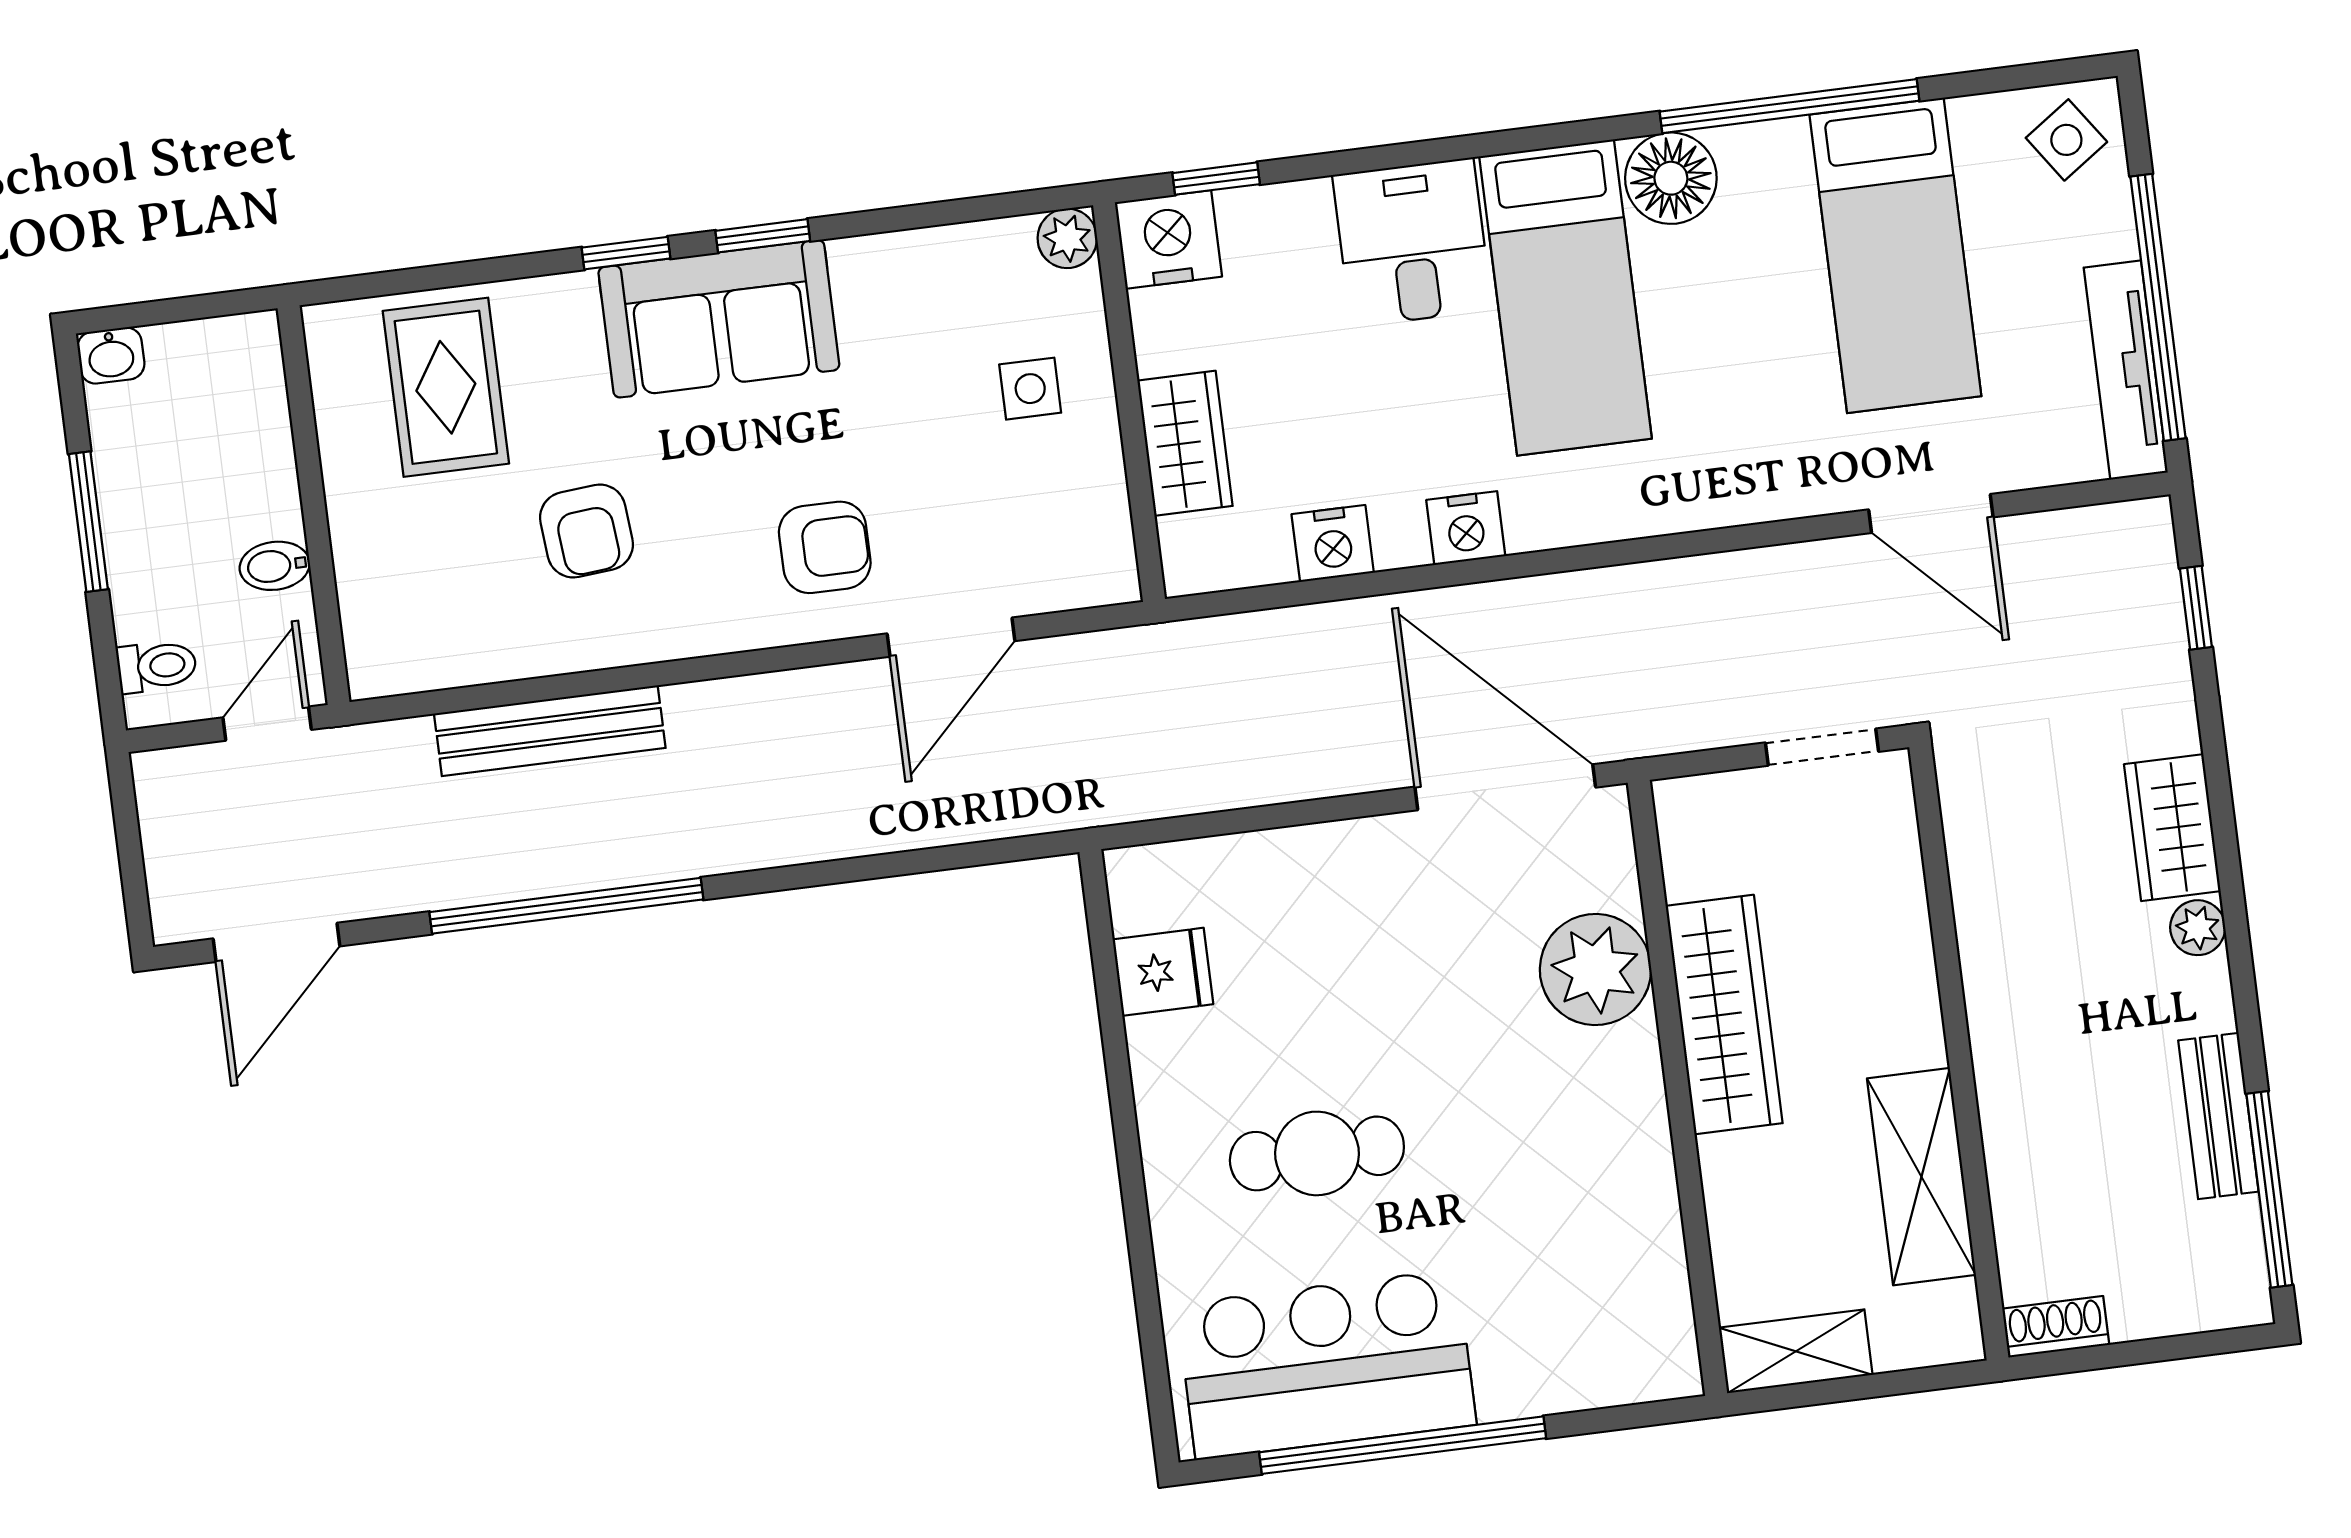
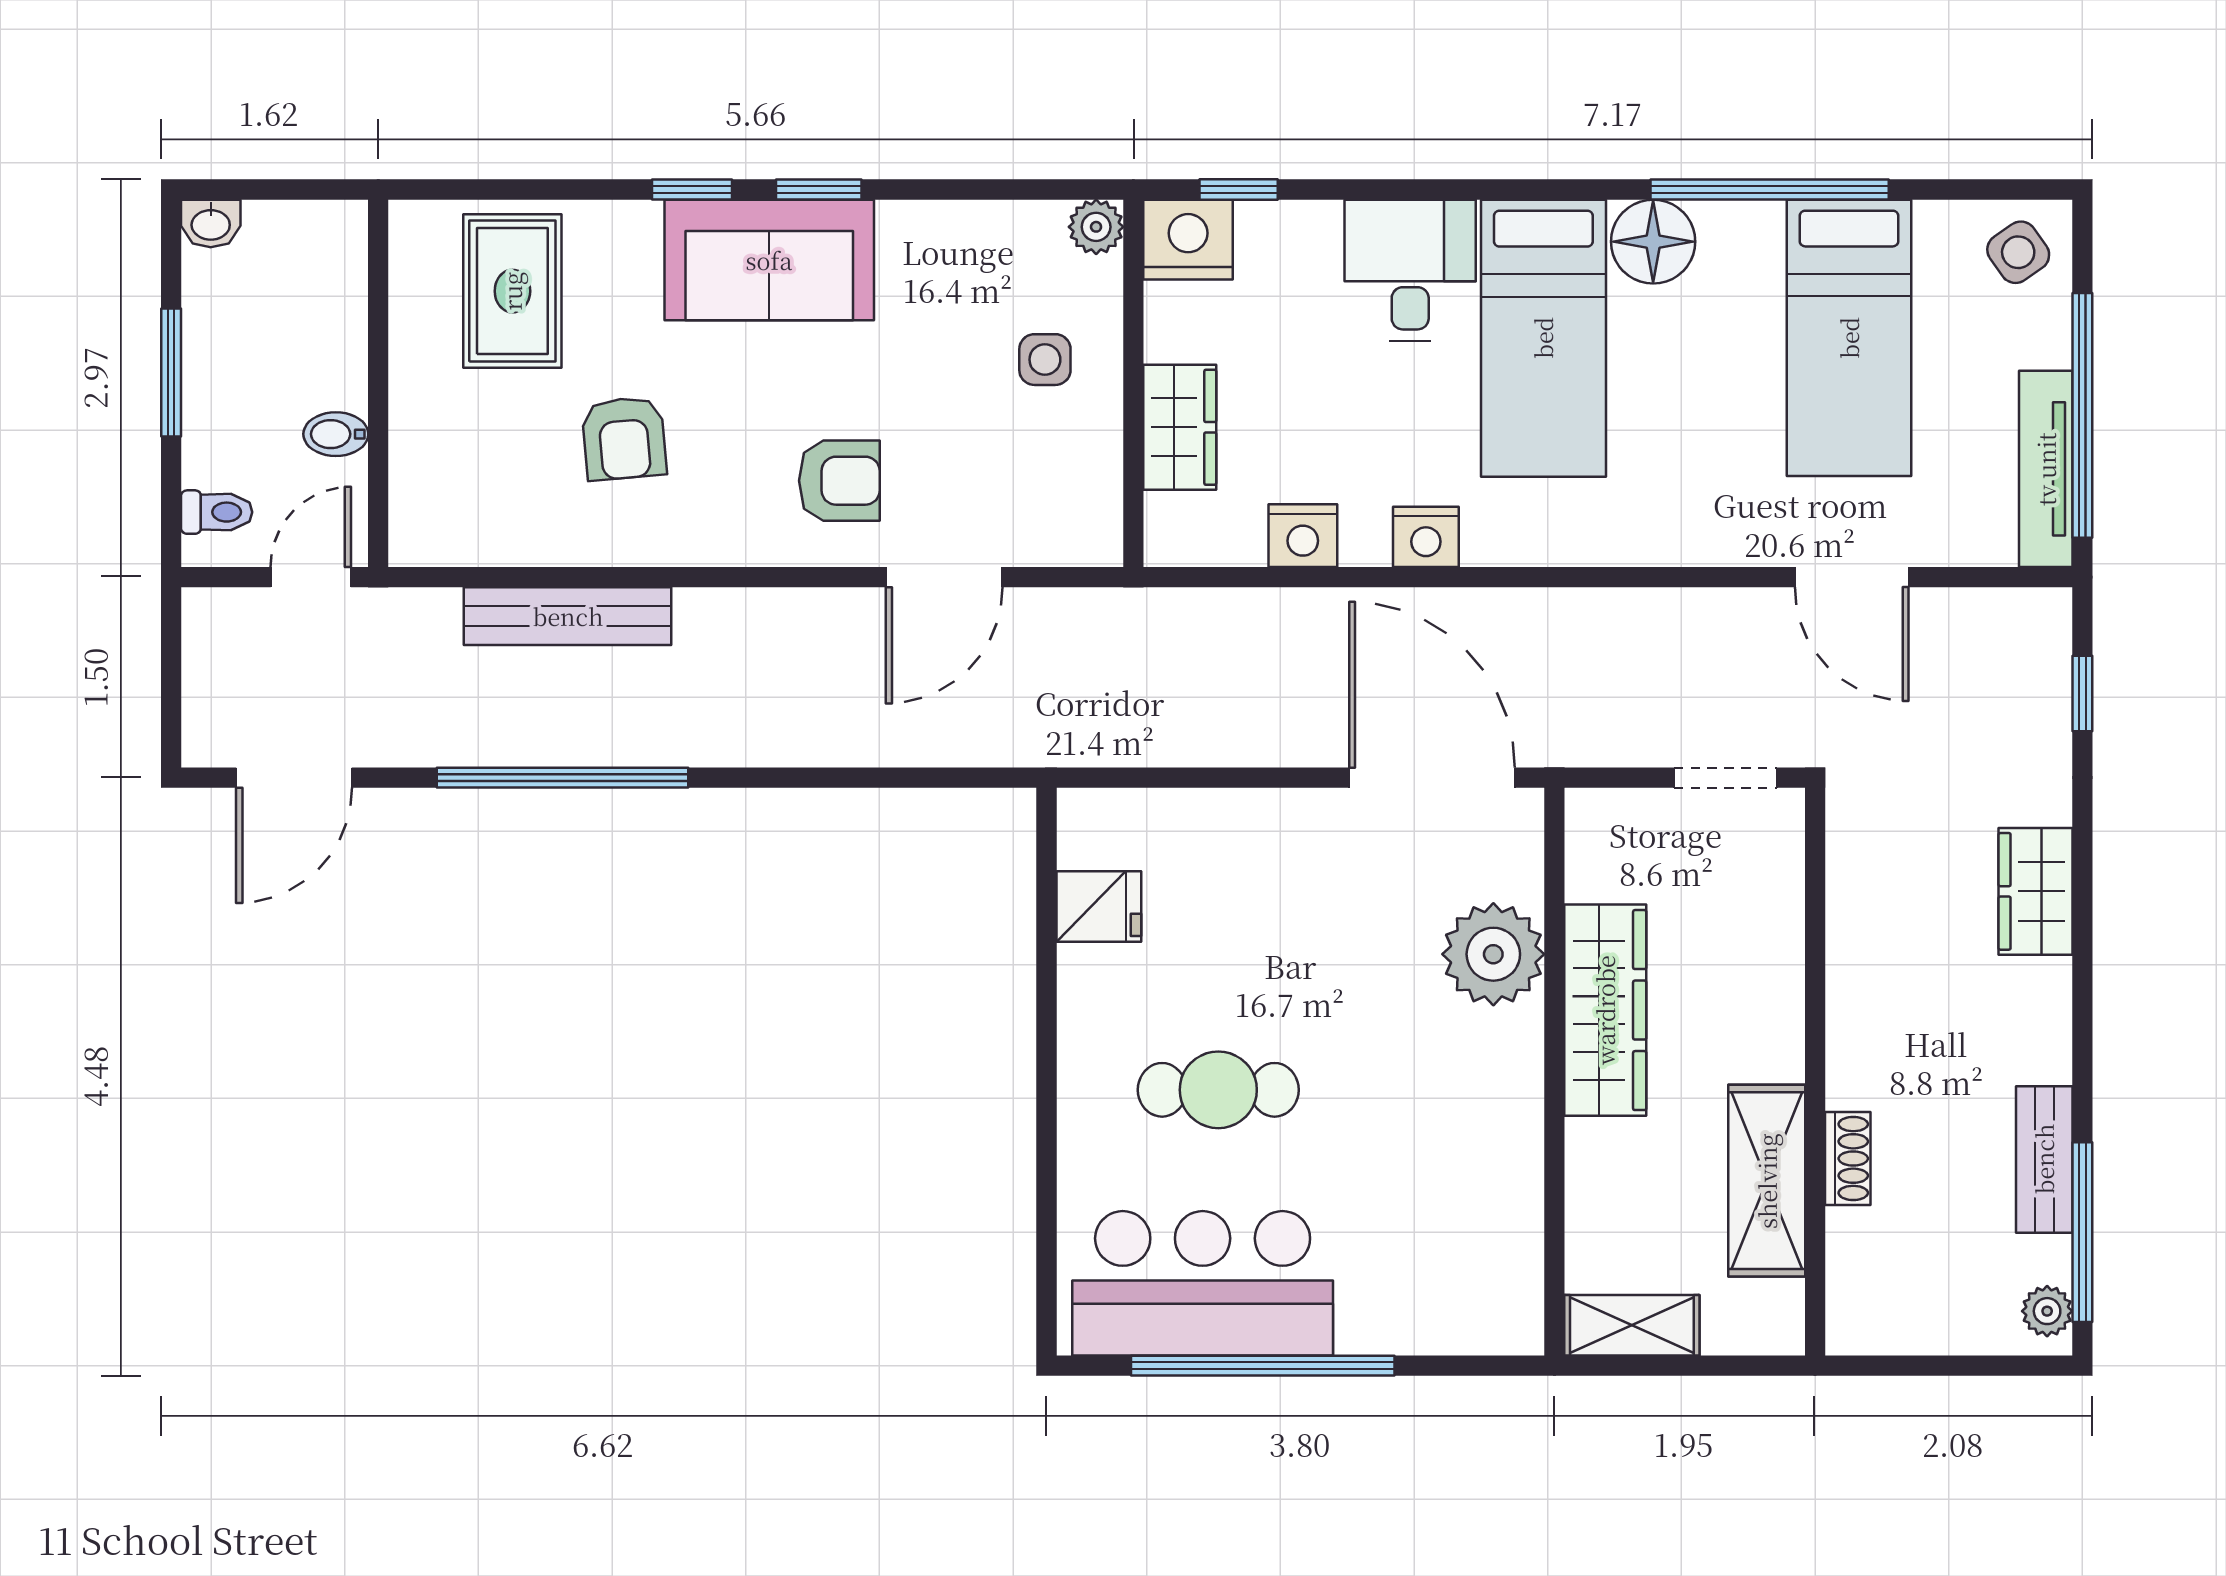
plant: (2198, 928) -> (2047, 1311), moved
shoe rack: (2056, 1327) -> (1848, 1158), moved, turned 90

